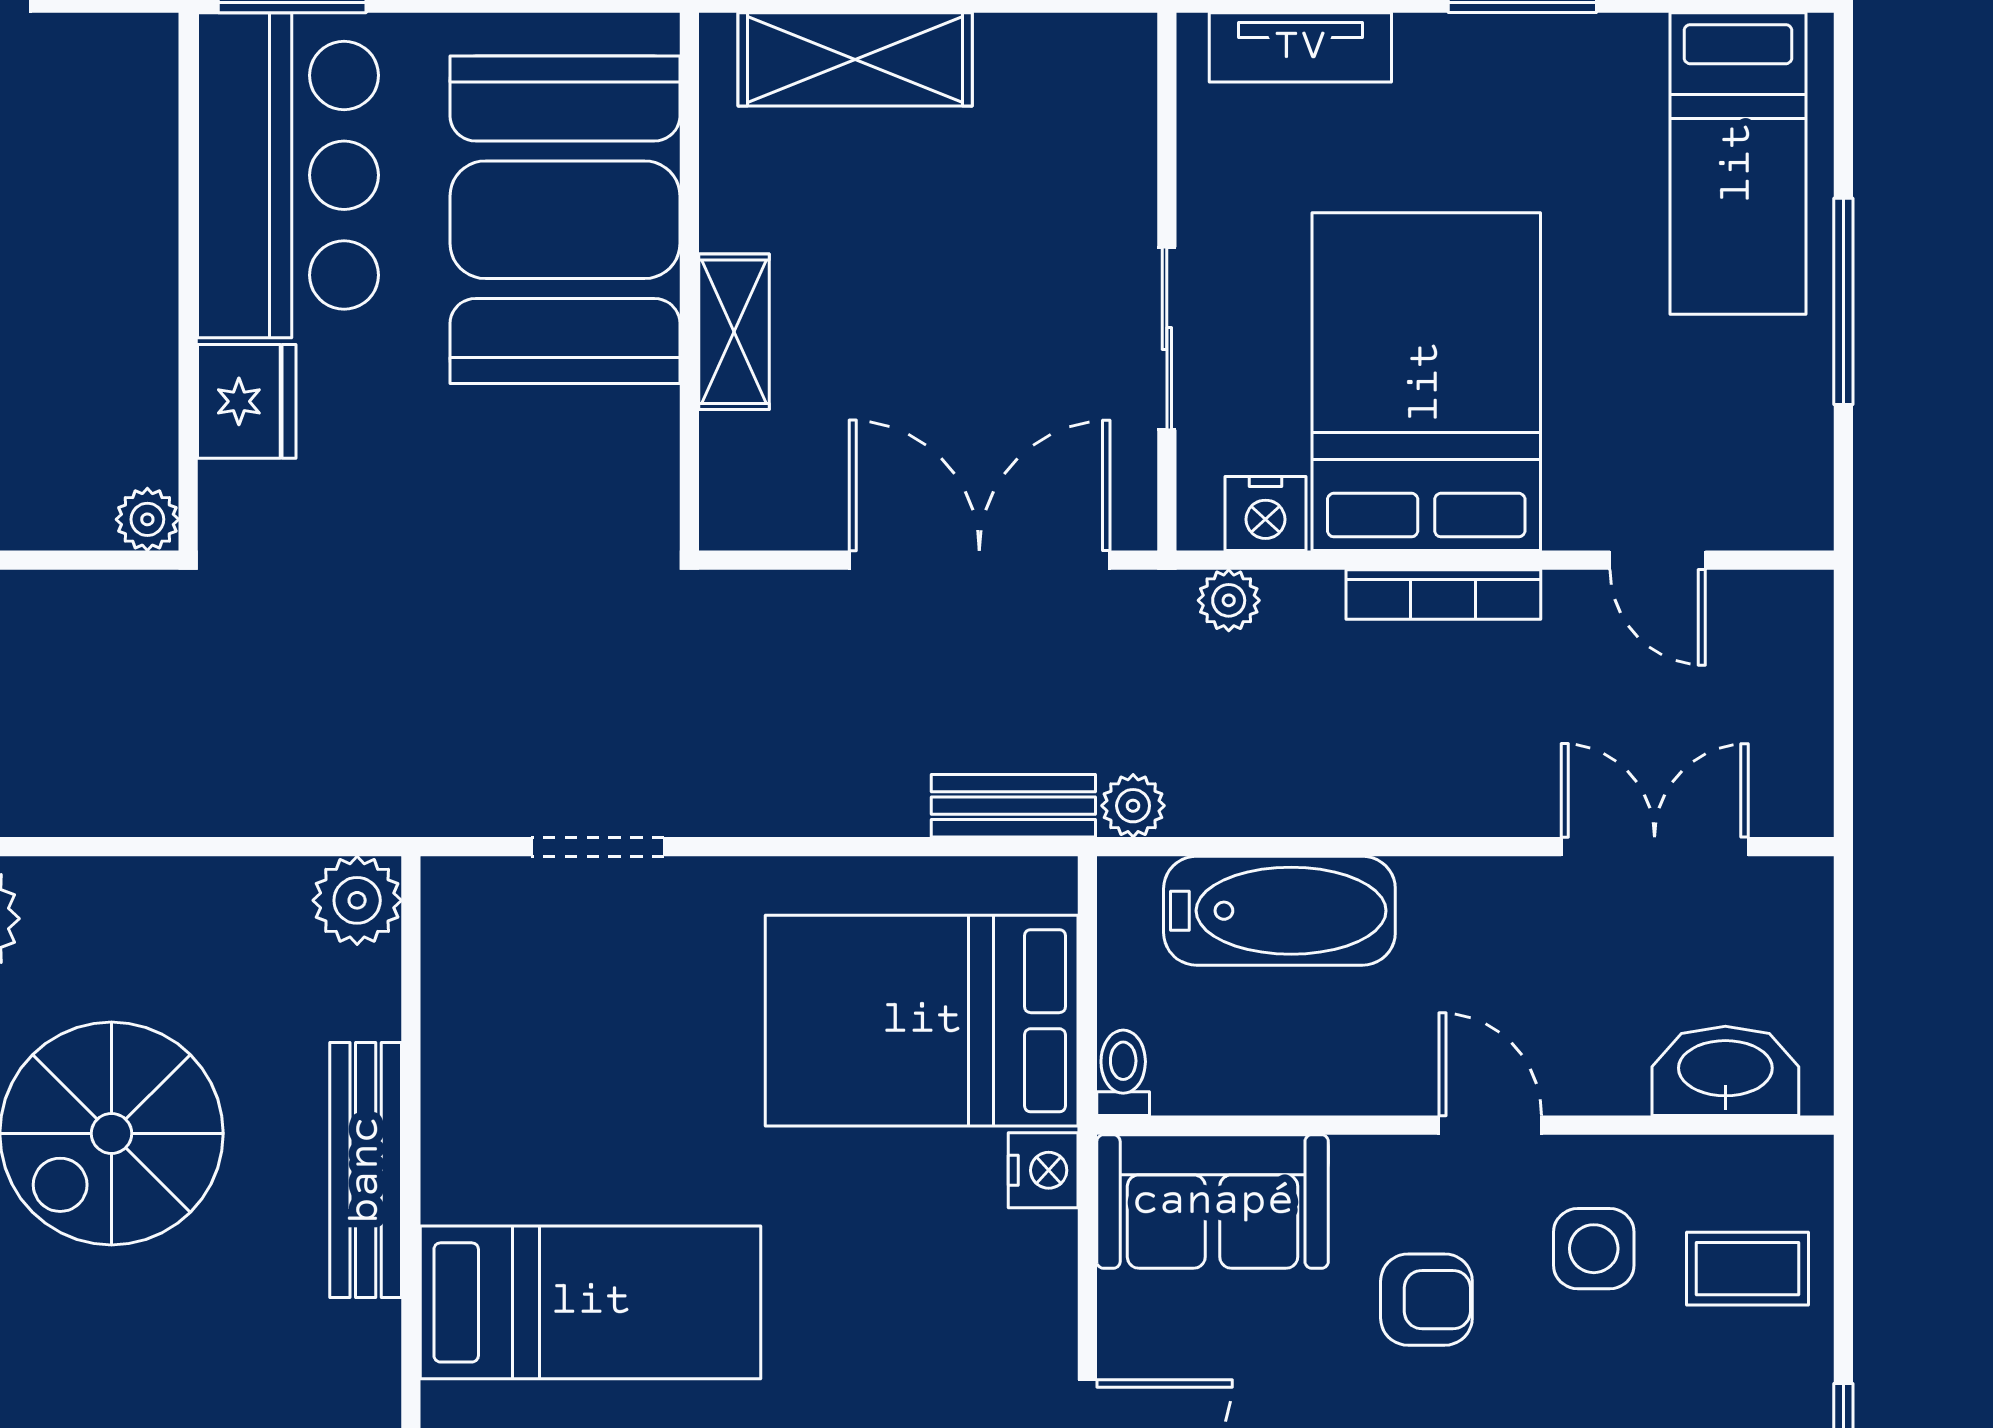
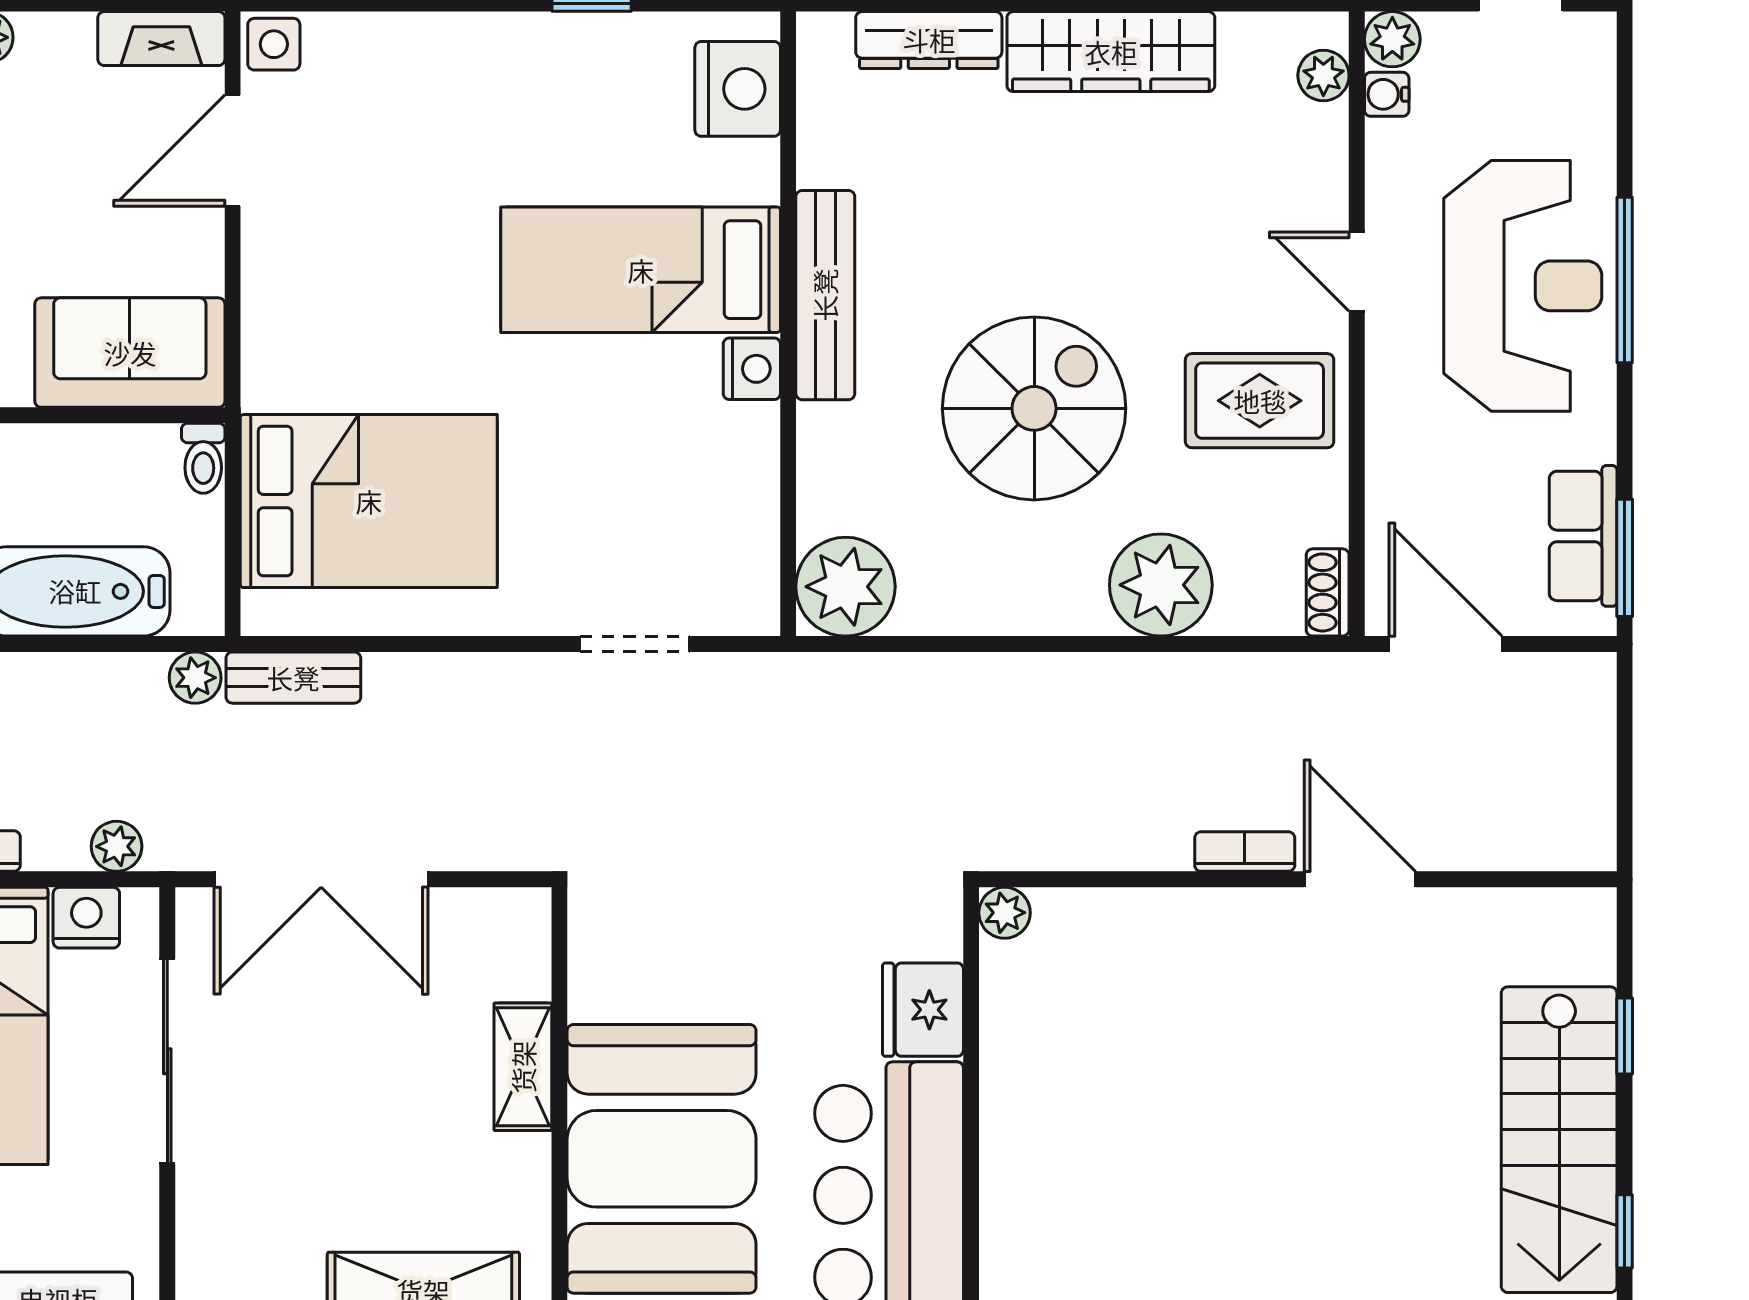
sliding door: (1167, 338) -> (167, 1061), width x1.37
plant: (357, 900) -> (846, 587), width x1.36, depth x1.36
bench: (366, 1170) -> (825, 295), moved
nightstand: (1043, 1170) -> (752, 369), moved, turned 180

